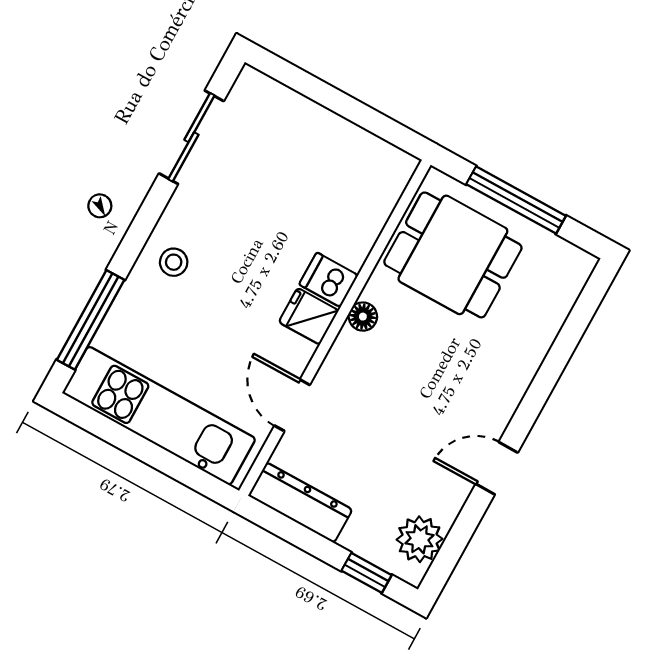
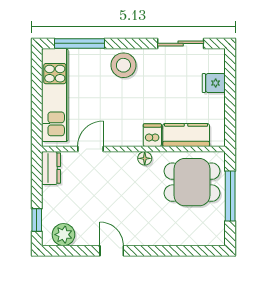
kitchen counter: (362, 219) -> (186, 135), added
dining table: (453, 255) -> (192, 182), turned 90
stool: (174, 262) -> (123, 65), width x1.89, depth x1.89
fridge: (309, 316) -> (214, 83), moved, turned -90
dresser: (300, 503) -> (51, 168), width x0.70

